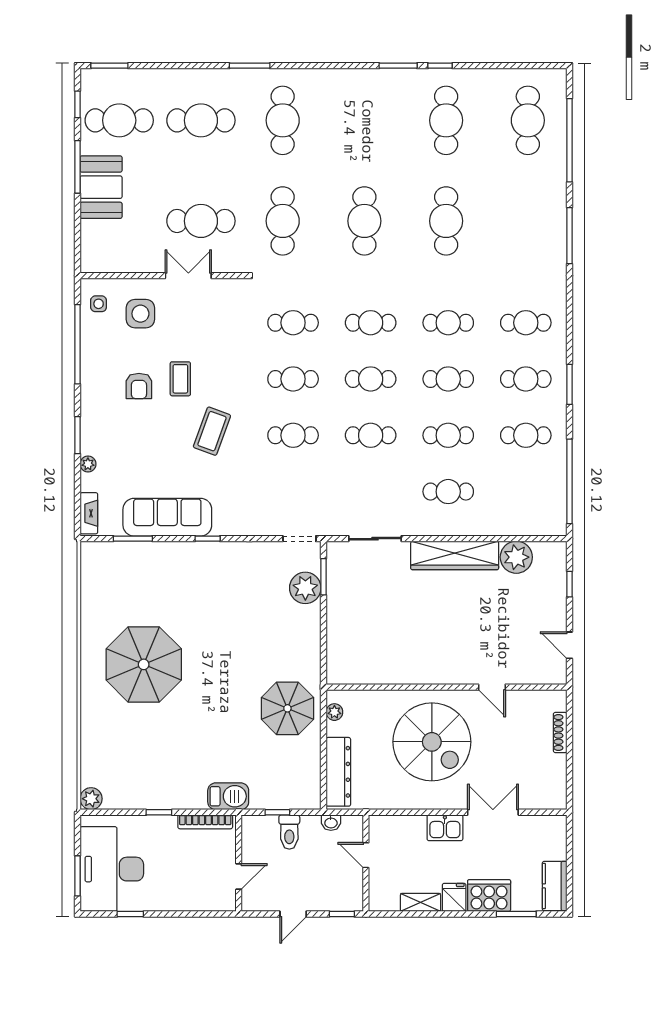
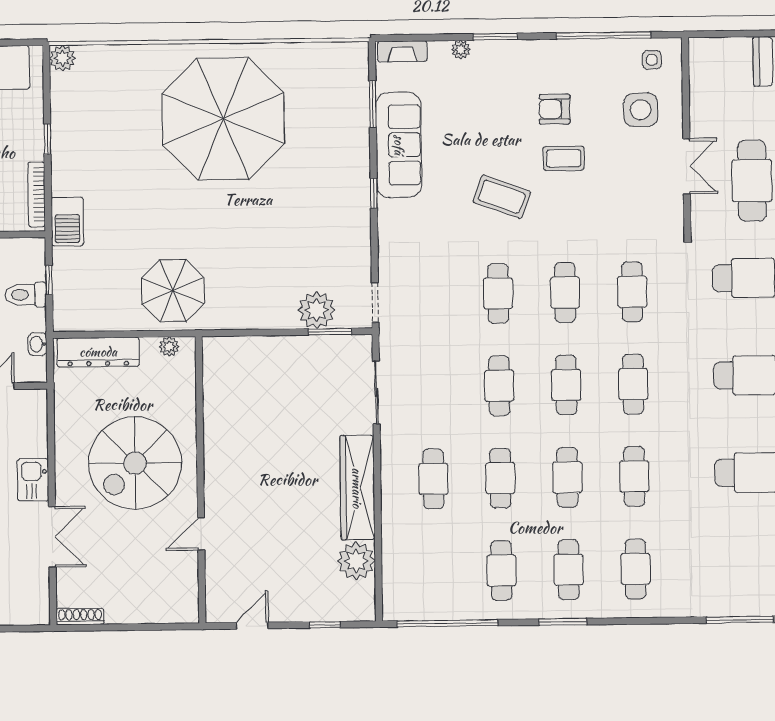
parasol: (144, 664) -> (223, 119), width x1.36, depth x1.36
shoe rack: (560, 732) -> (80, 617), moved

